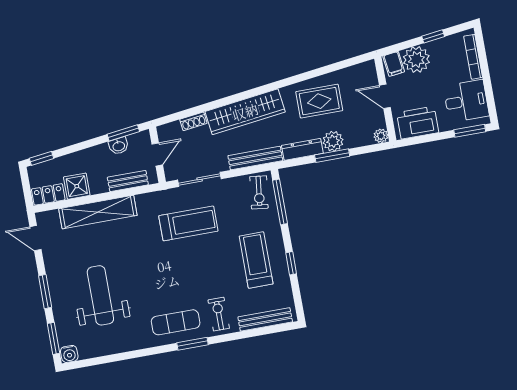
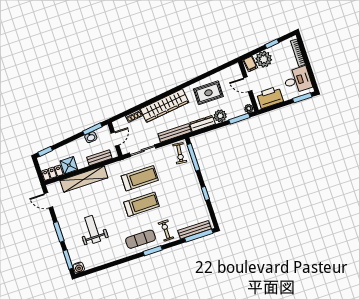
window: (332, 156) -> (239, 119), moved
treadmill: (256, 260) -> (141, 204), moved, turned 90
weight bench: (100, 295) -> (93, 229), width x0.73, depth x0.75
window: (271, 330) -> (199, 235), added

